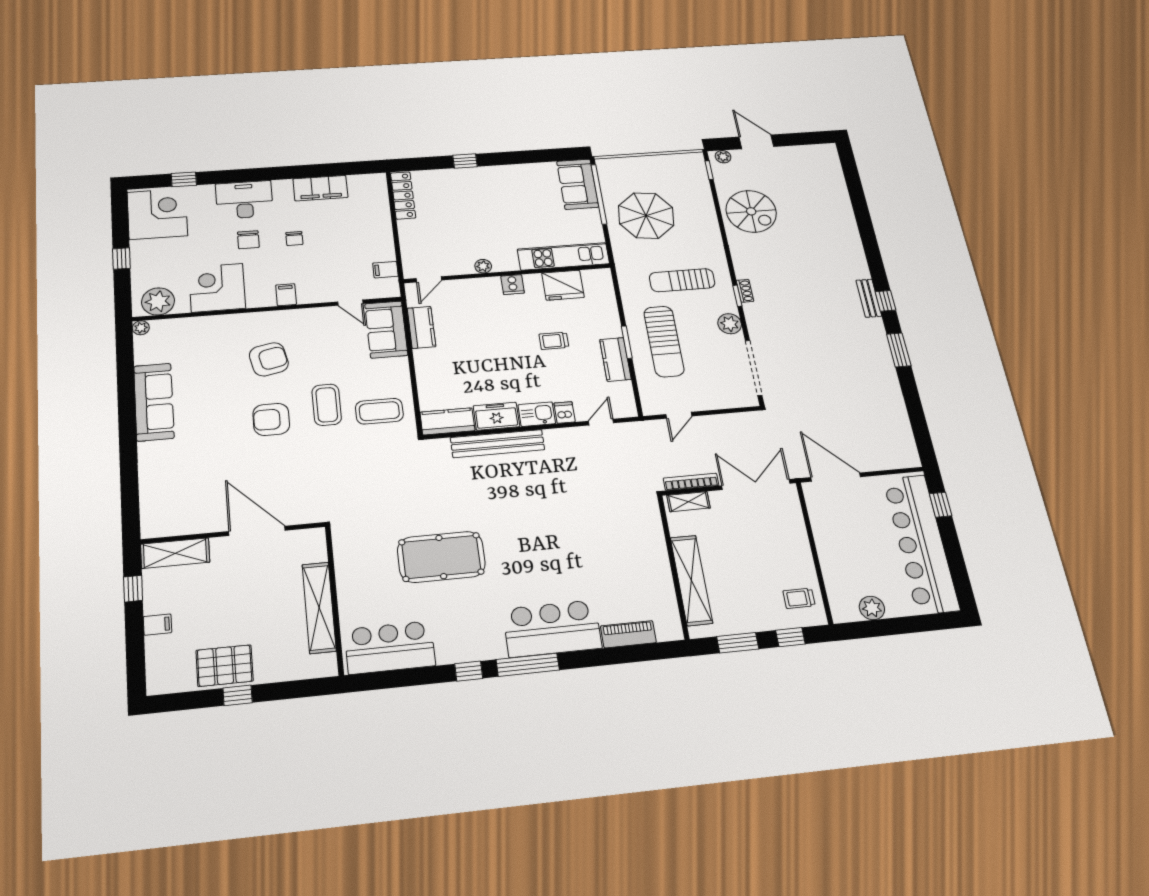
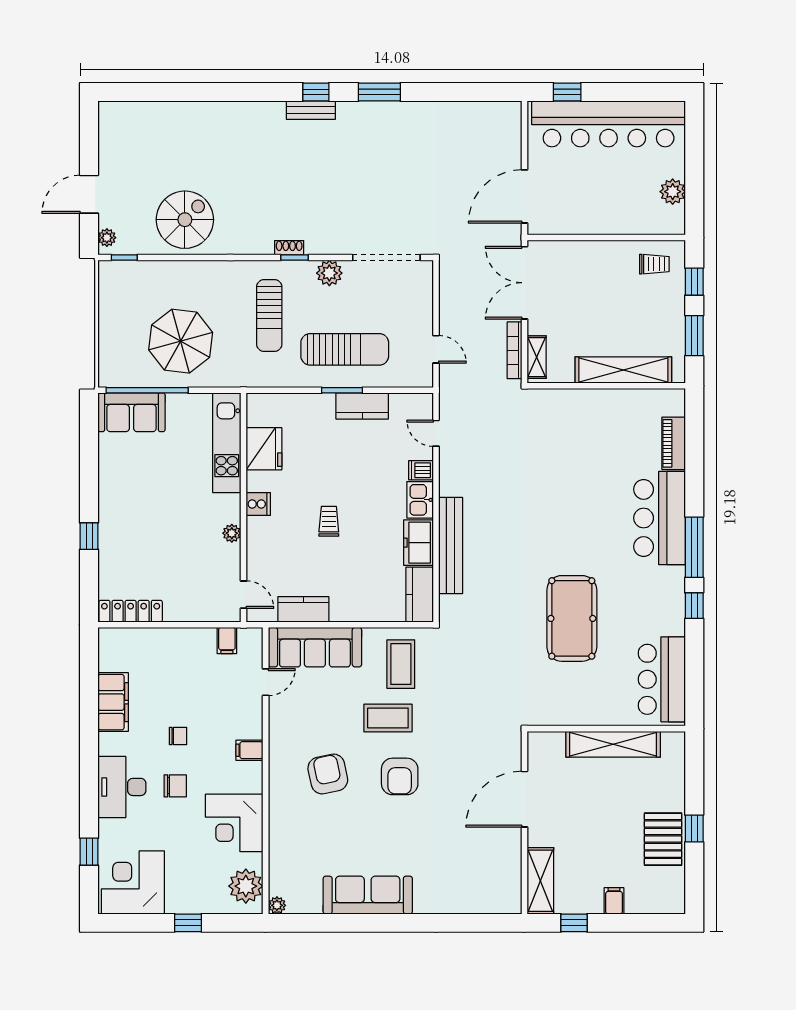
sofa: (386, 329) -> (315, 647), width x1.36
trolley: (554, 341) -> (329, 521), moved, turned 180
trolley: (799, 598) -> (654, 264), turned -90

